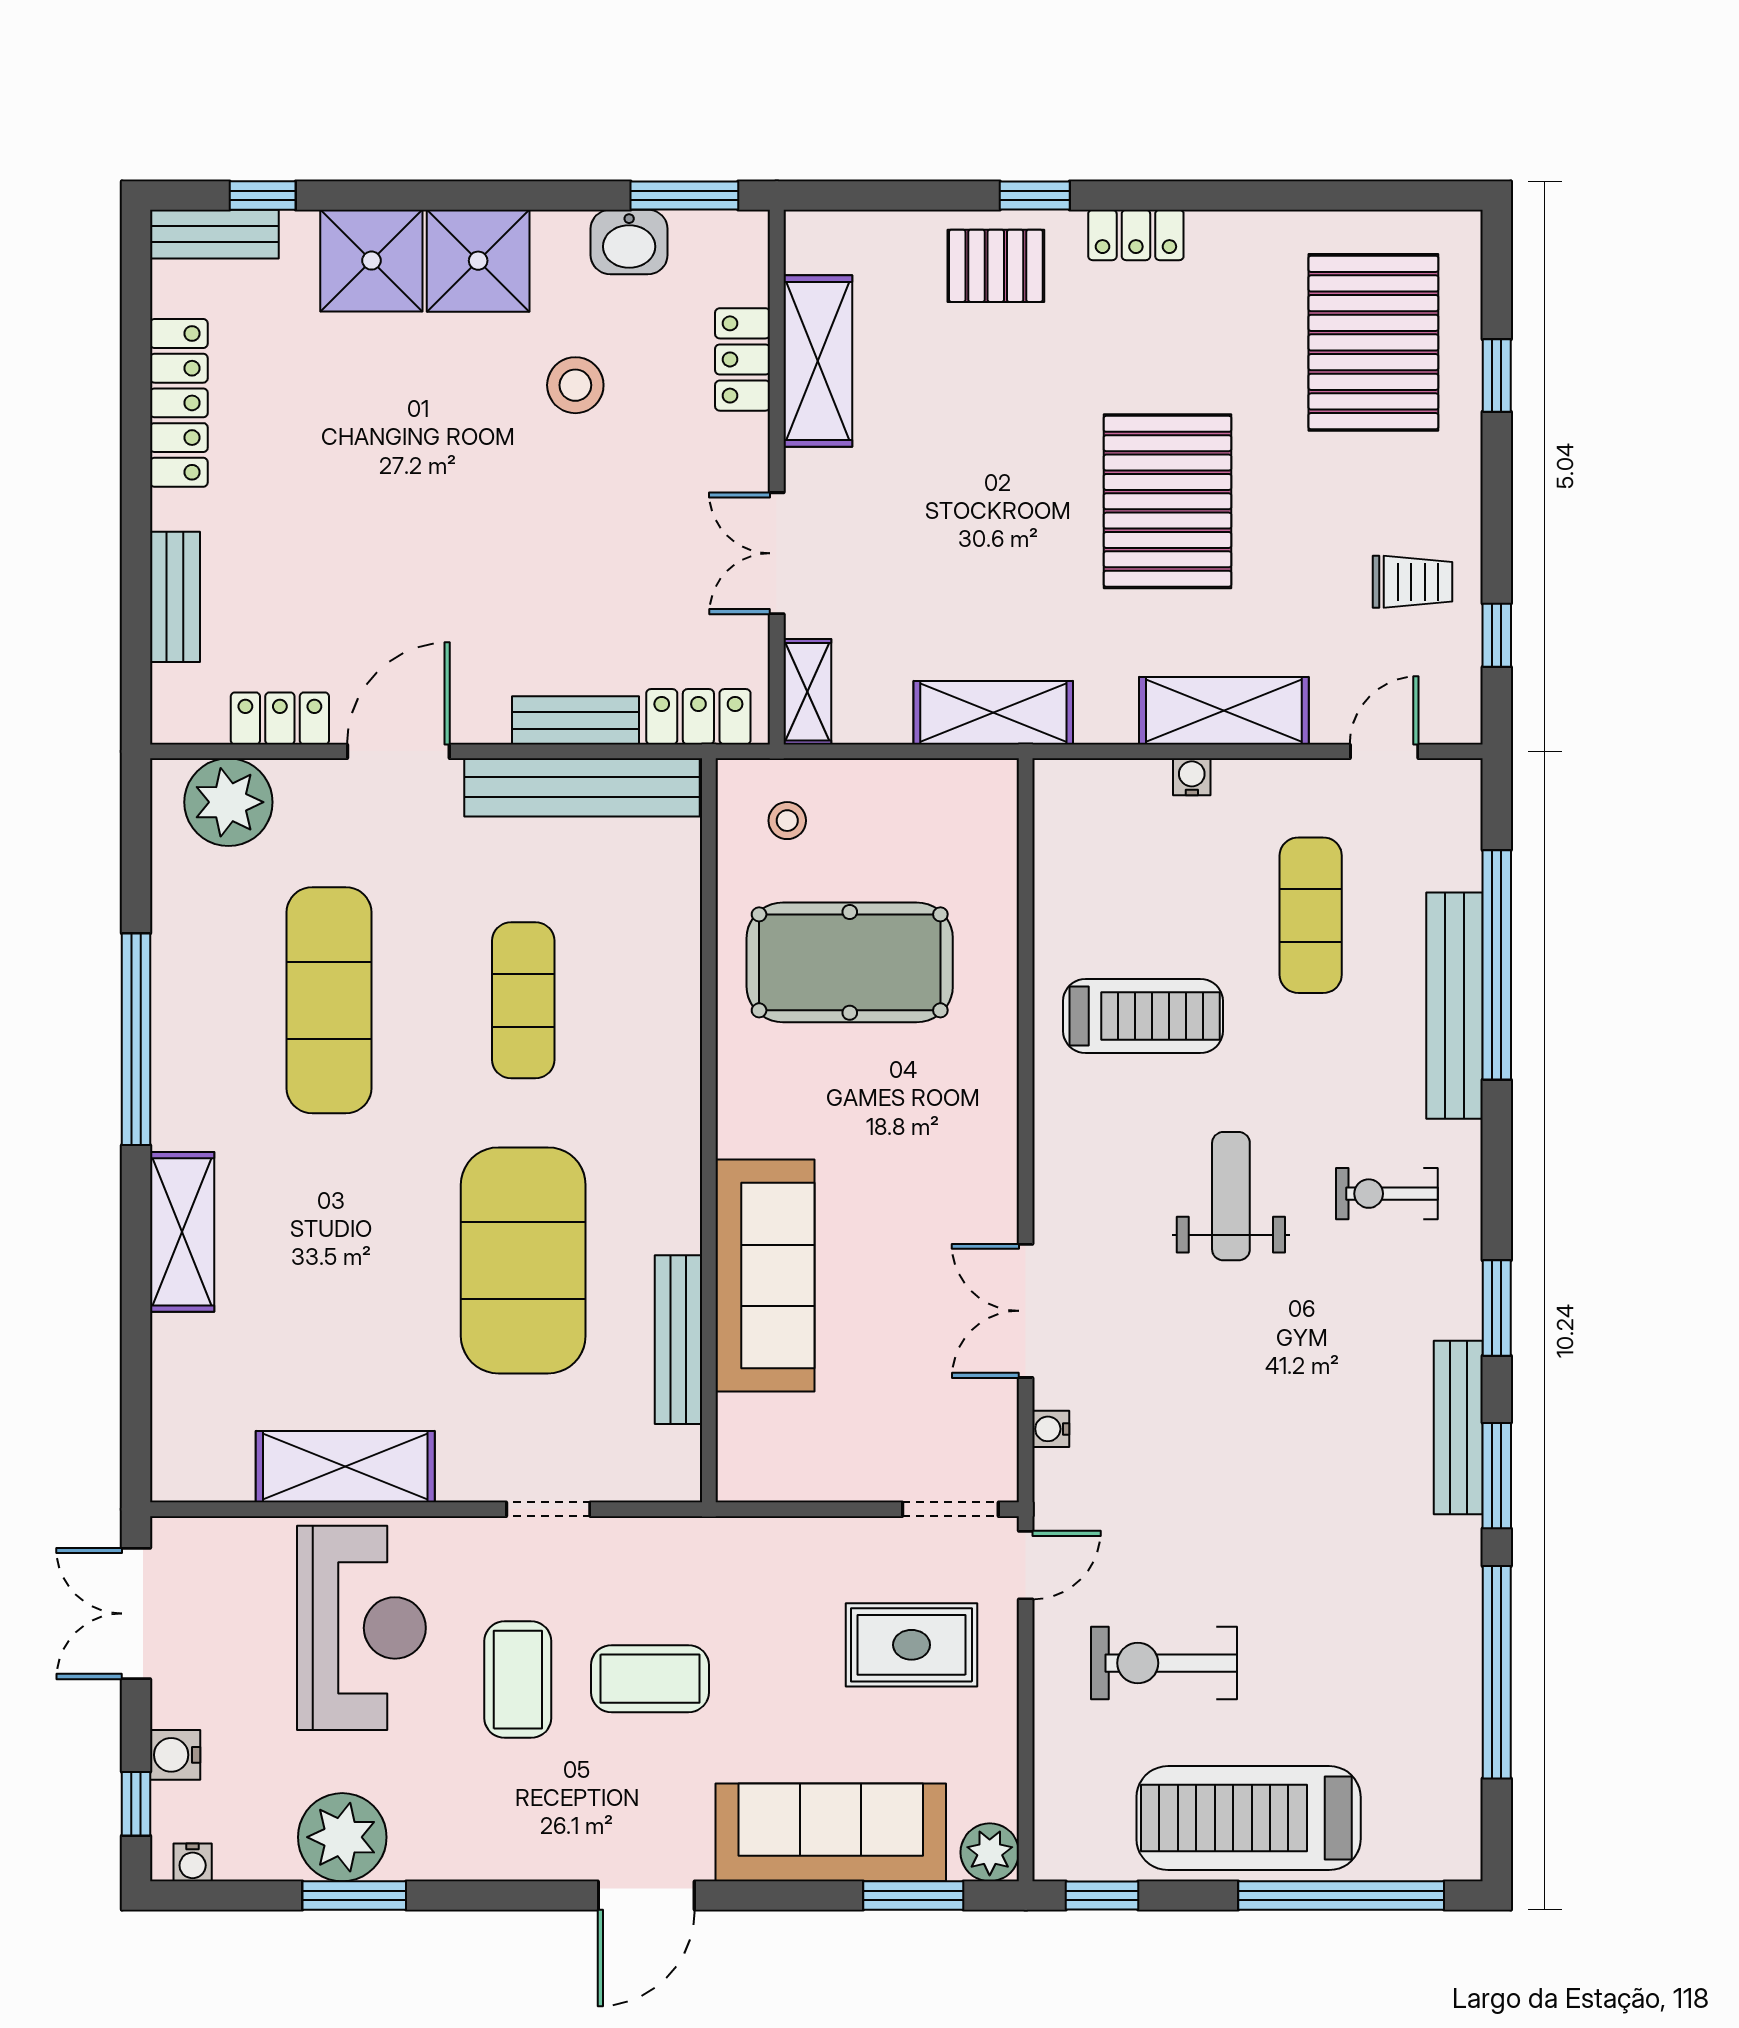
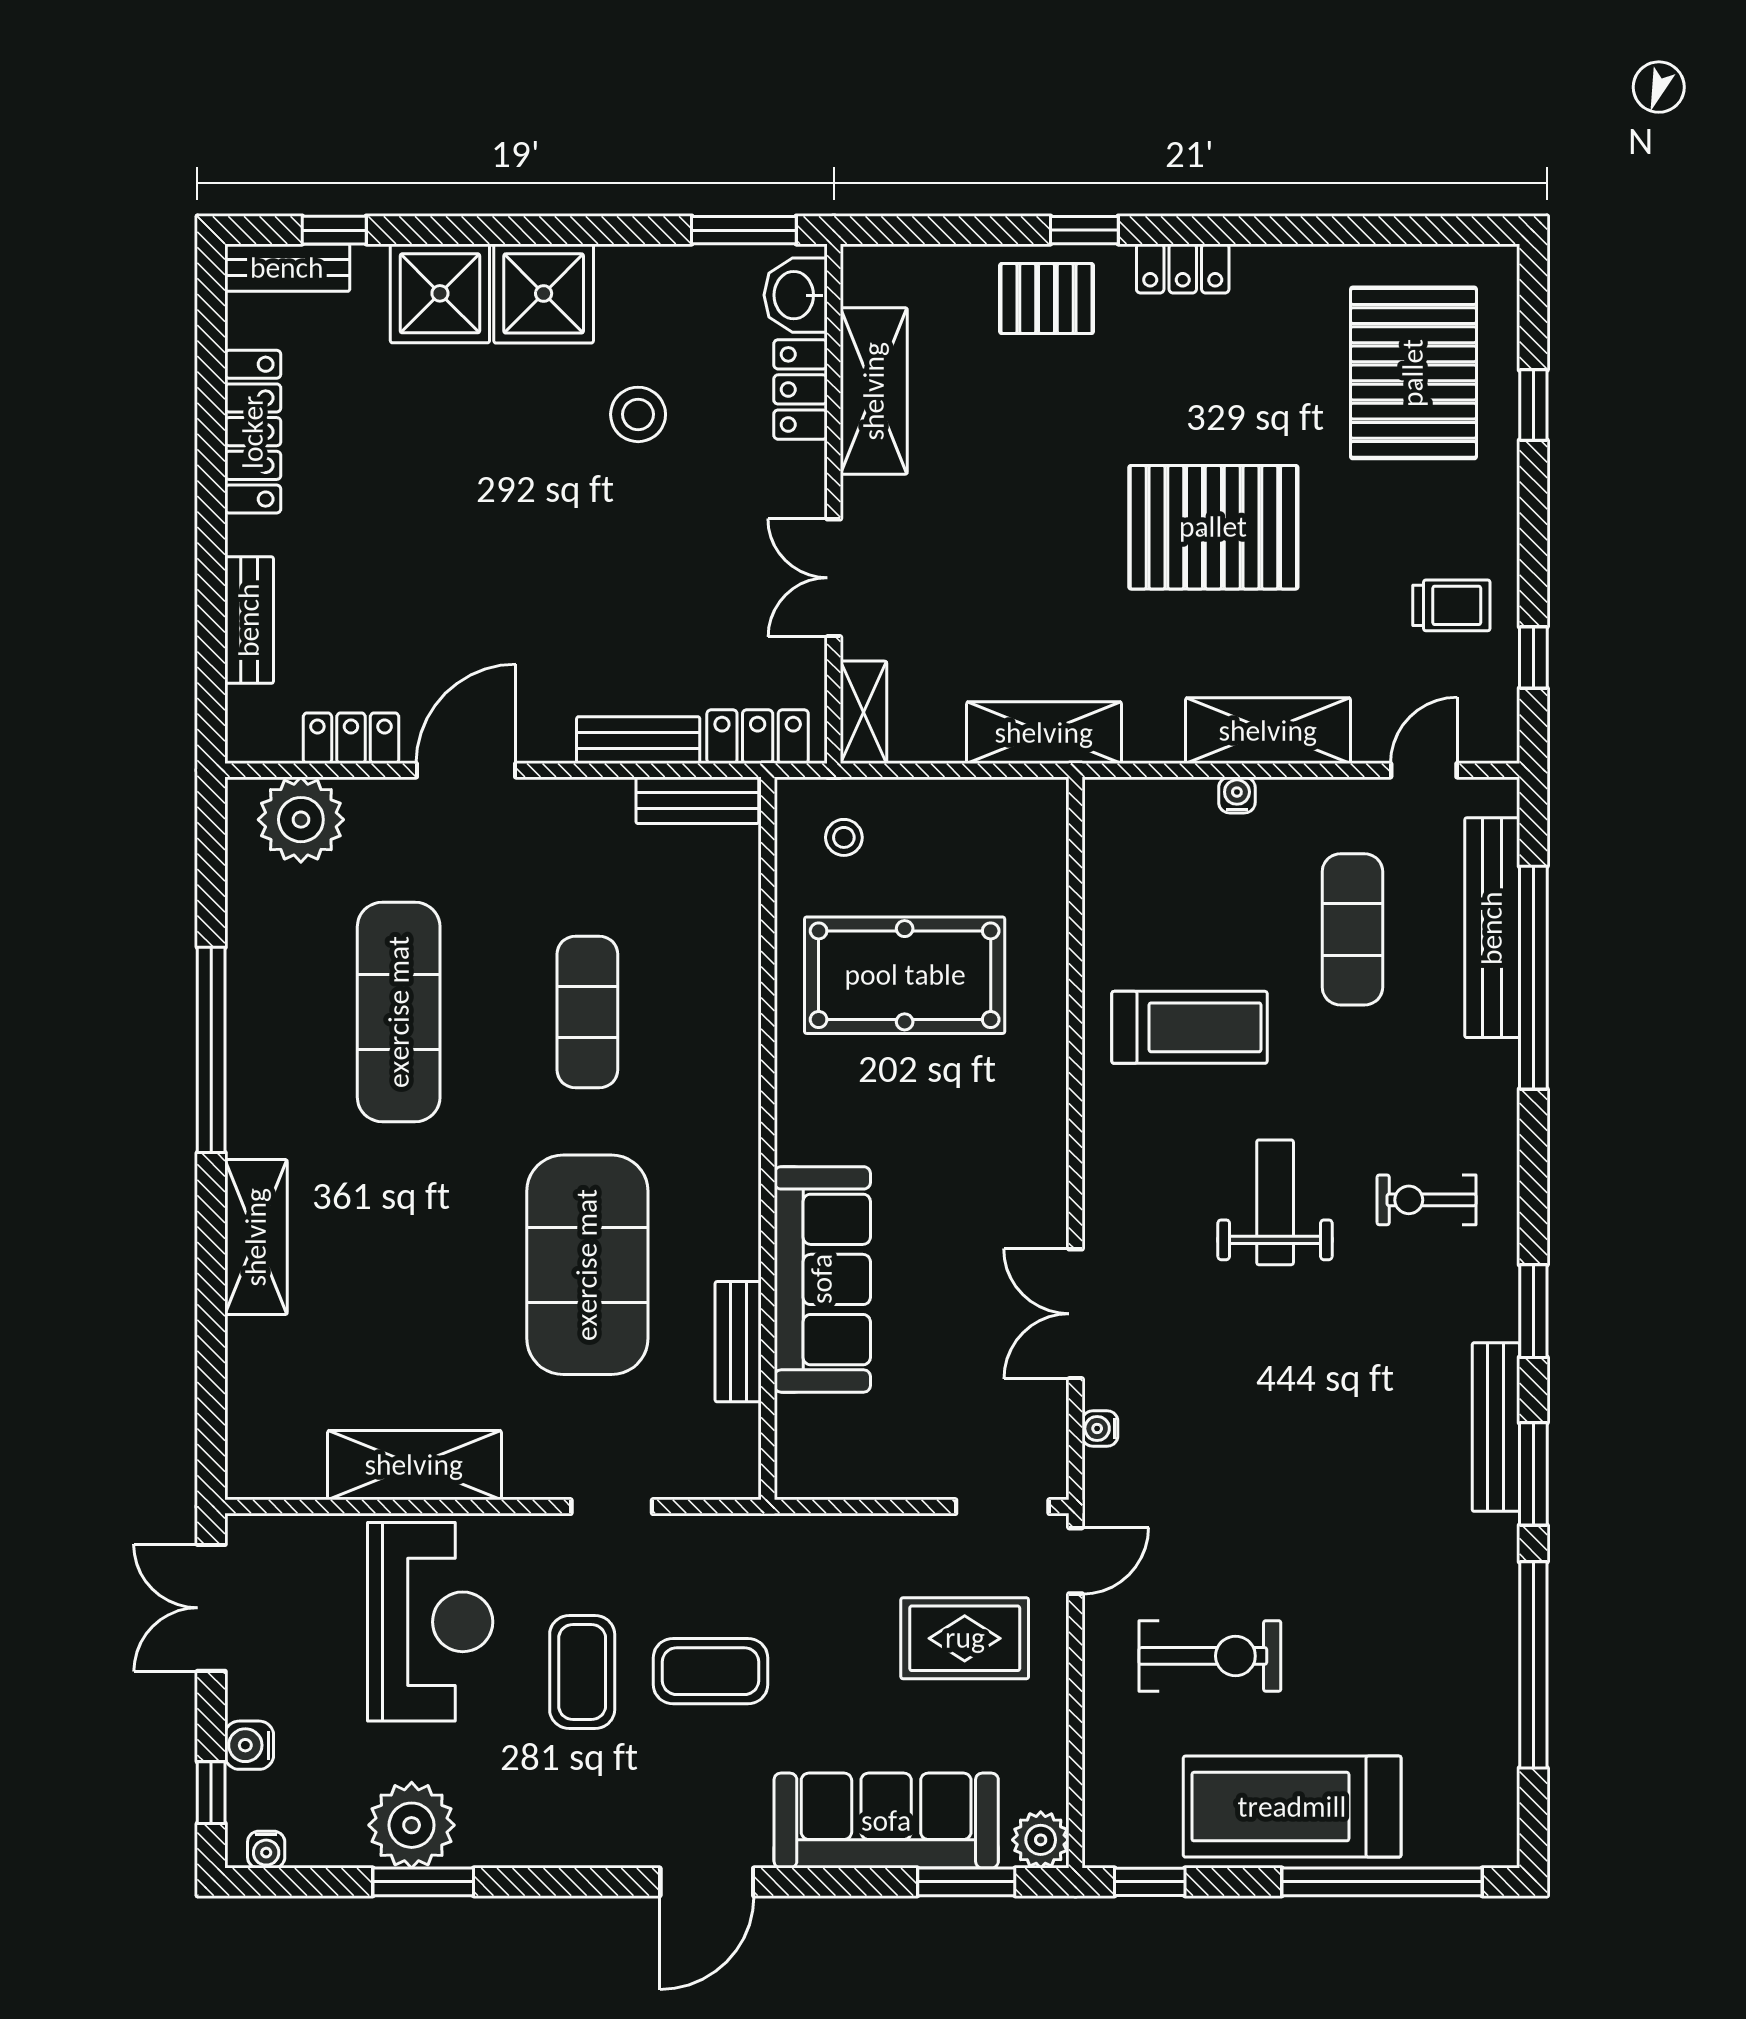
washbasin: (629, 242) -> (796, 295), moved, turned 90
pallet: (1168, 501) -> (1213, 527), turned 90
bench: (582, 787) -> (697, 800), width x0.54, depth x0.82
bench: (1454, 1006) -> (1492, 928), moved
bench: (678, 1340) -> (738, 1342), width x0.73
exercise bike: (1164, 1663) -> (1210, 1656), turned 180

